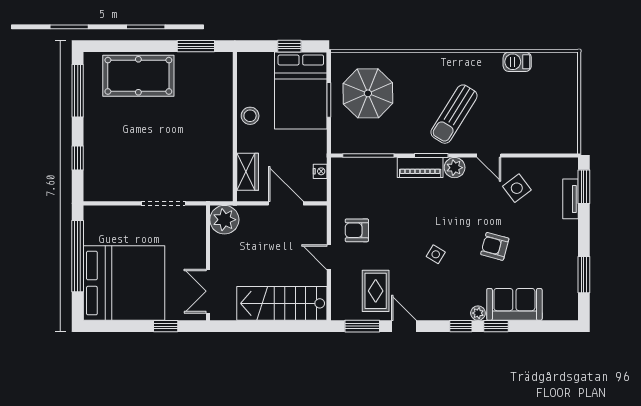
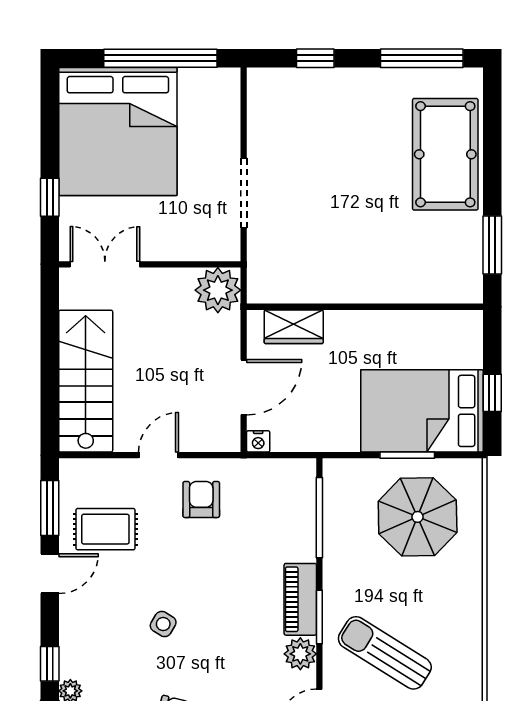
stool: (250, 116) -> (382, 331), removed
nightstand: (320, 171) -> (258, 441), moved

